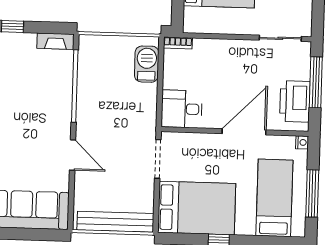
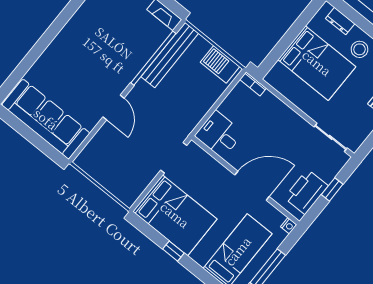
barbecue: (147, 64) -> (220, 64), moved, turned -90
window: (316, 82) -> (332, 189), width x0.46
bench: (115, 222) -> (170, 55), moved, turned 90

